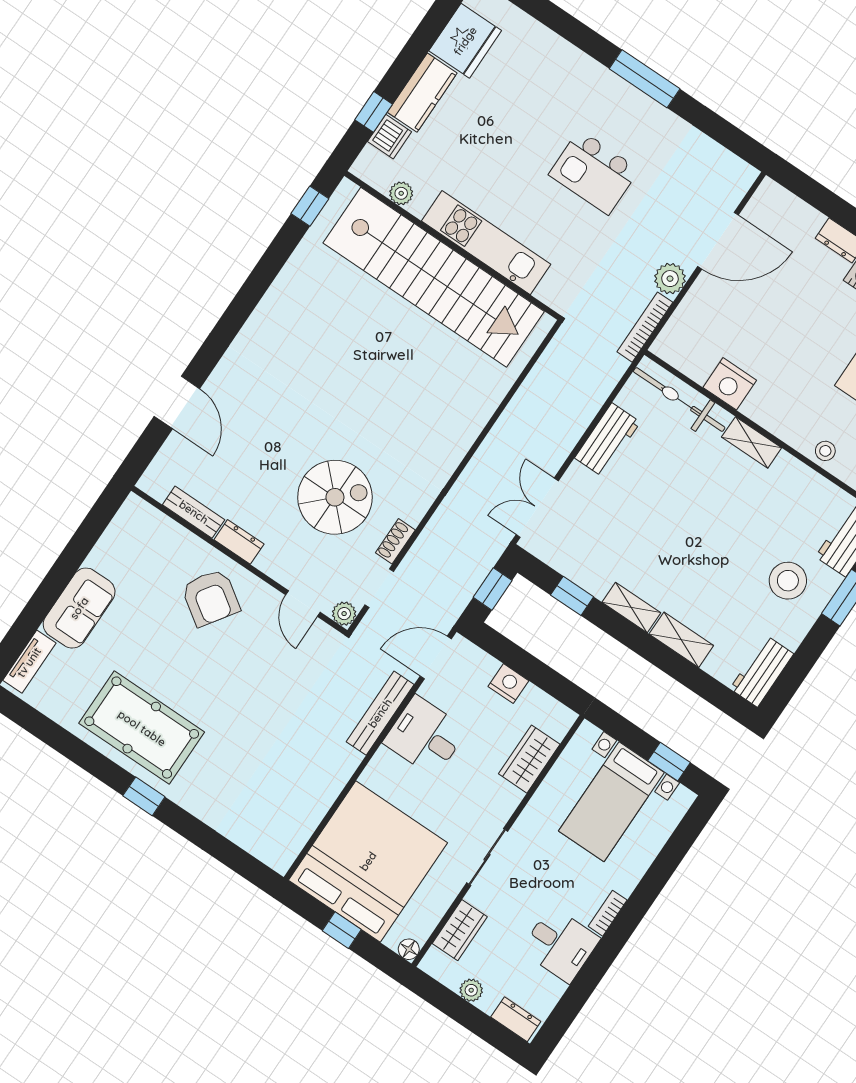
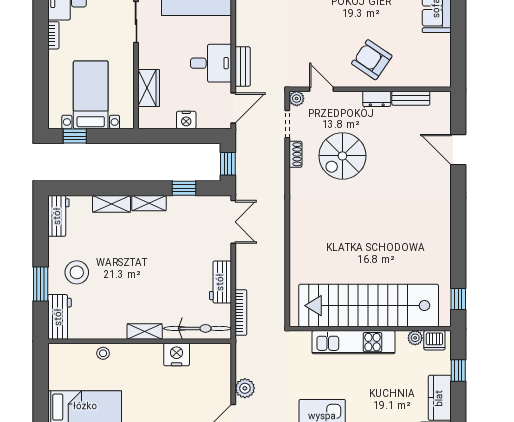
dishwasher: (389, 137) -> (434, 340), moved, turned -90
bookcase: (645, 327) -> (241, 312), moved
bench: (380, 713) -> (243, 66), width x0.73

